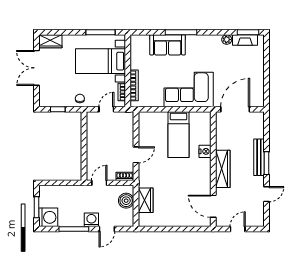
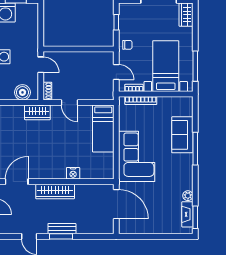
bed: (179, 135) -> (103, 129), moved, turned -90
bench: (259, 157) -> (62, 229), width x0.73
wardrobe: (146, 200) -> (37, 112), moved

